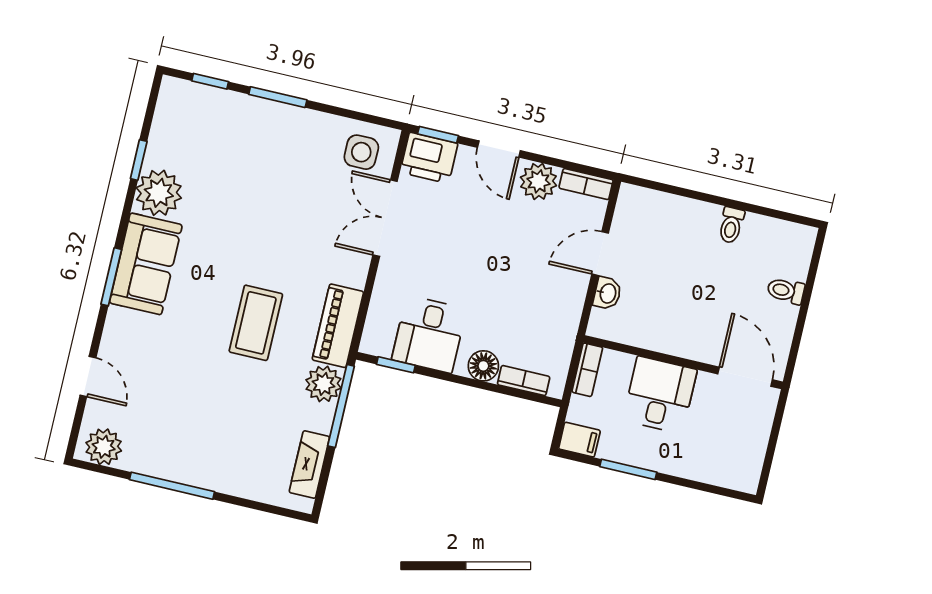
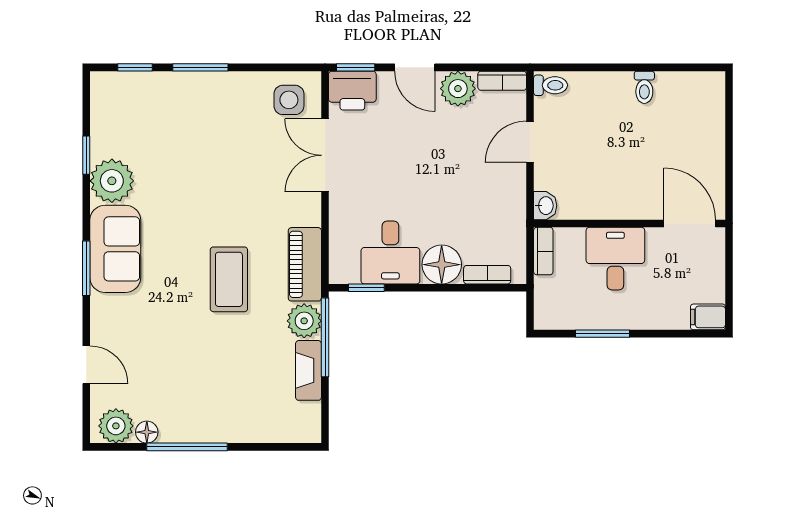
toilet: (786, 291) -> (551, 85), moved, turned 180
washbasin: (607, 293) -> (545, 206), moved
floor lamp: (483, 366) -> (442, 265), width x1.38, depth x1.38
filing cabinet: (579, 440) -> (708, 317), moved, turned 180
floor lamp: (134, 461) -> (147, 432), added
fireplace: (309, 465) -> (309, 370), moved

